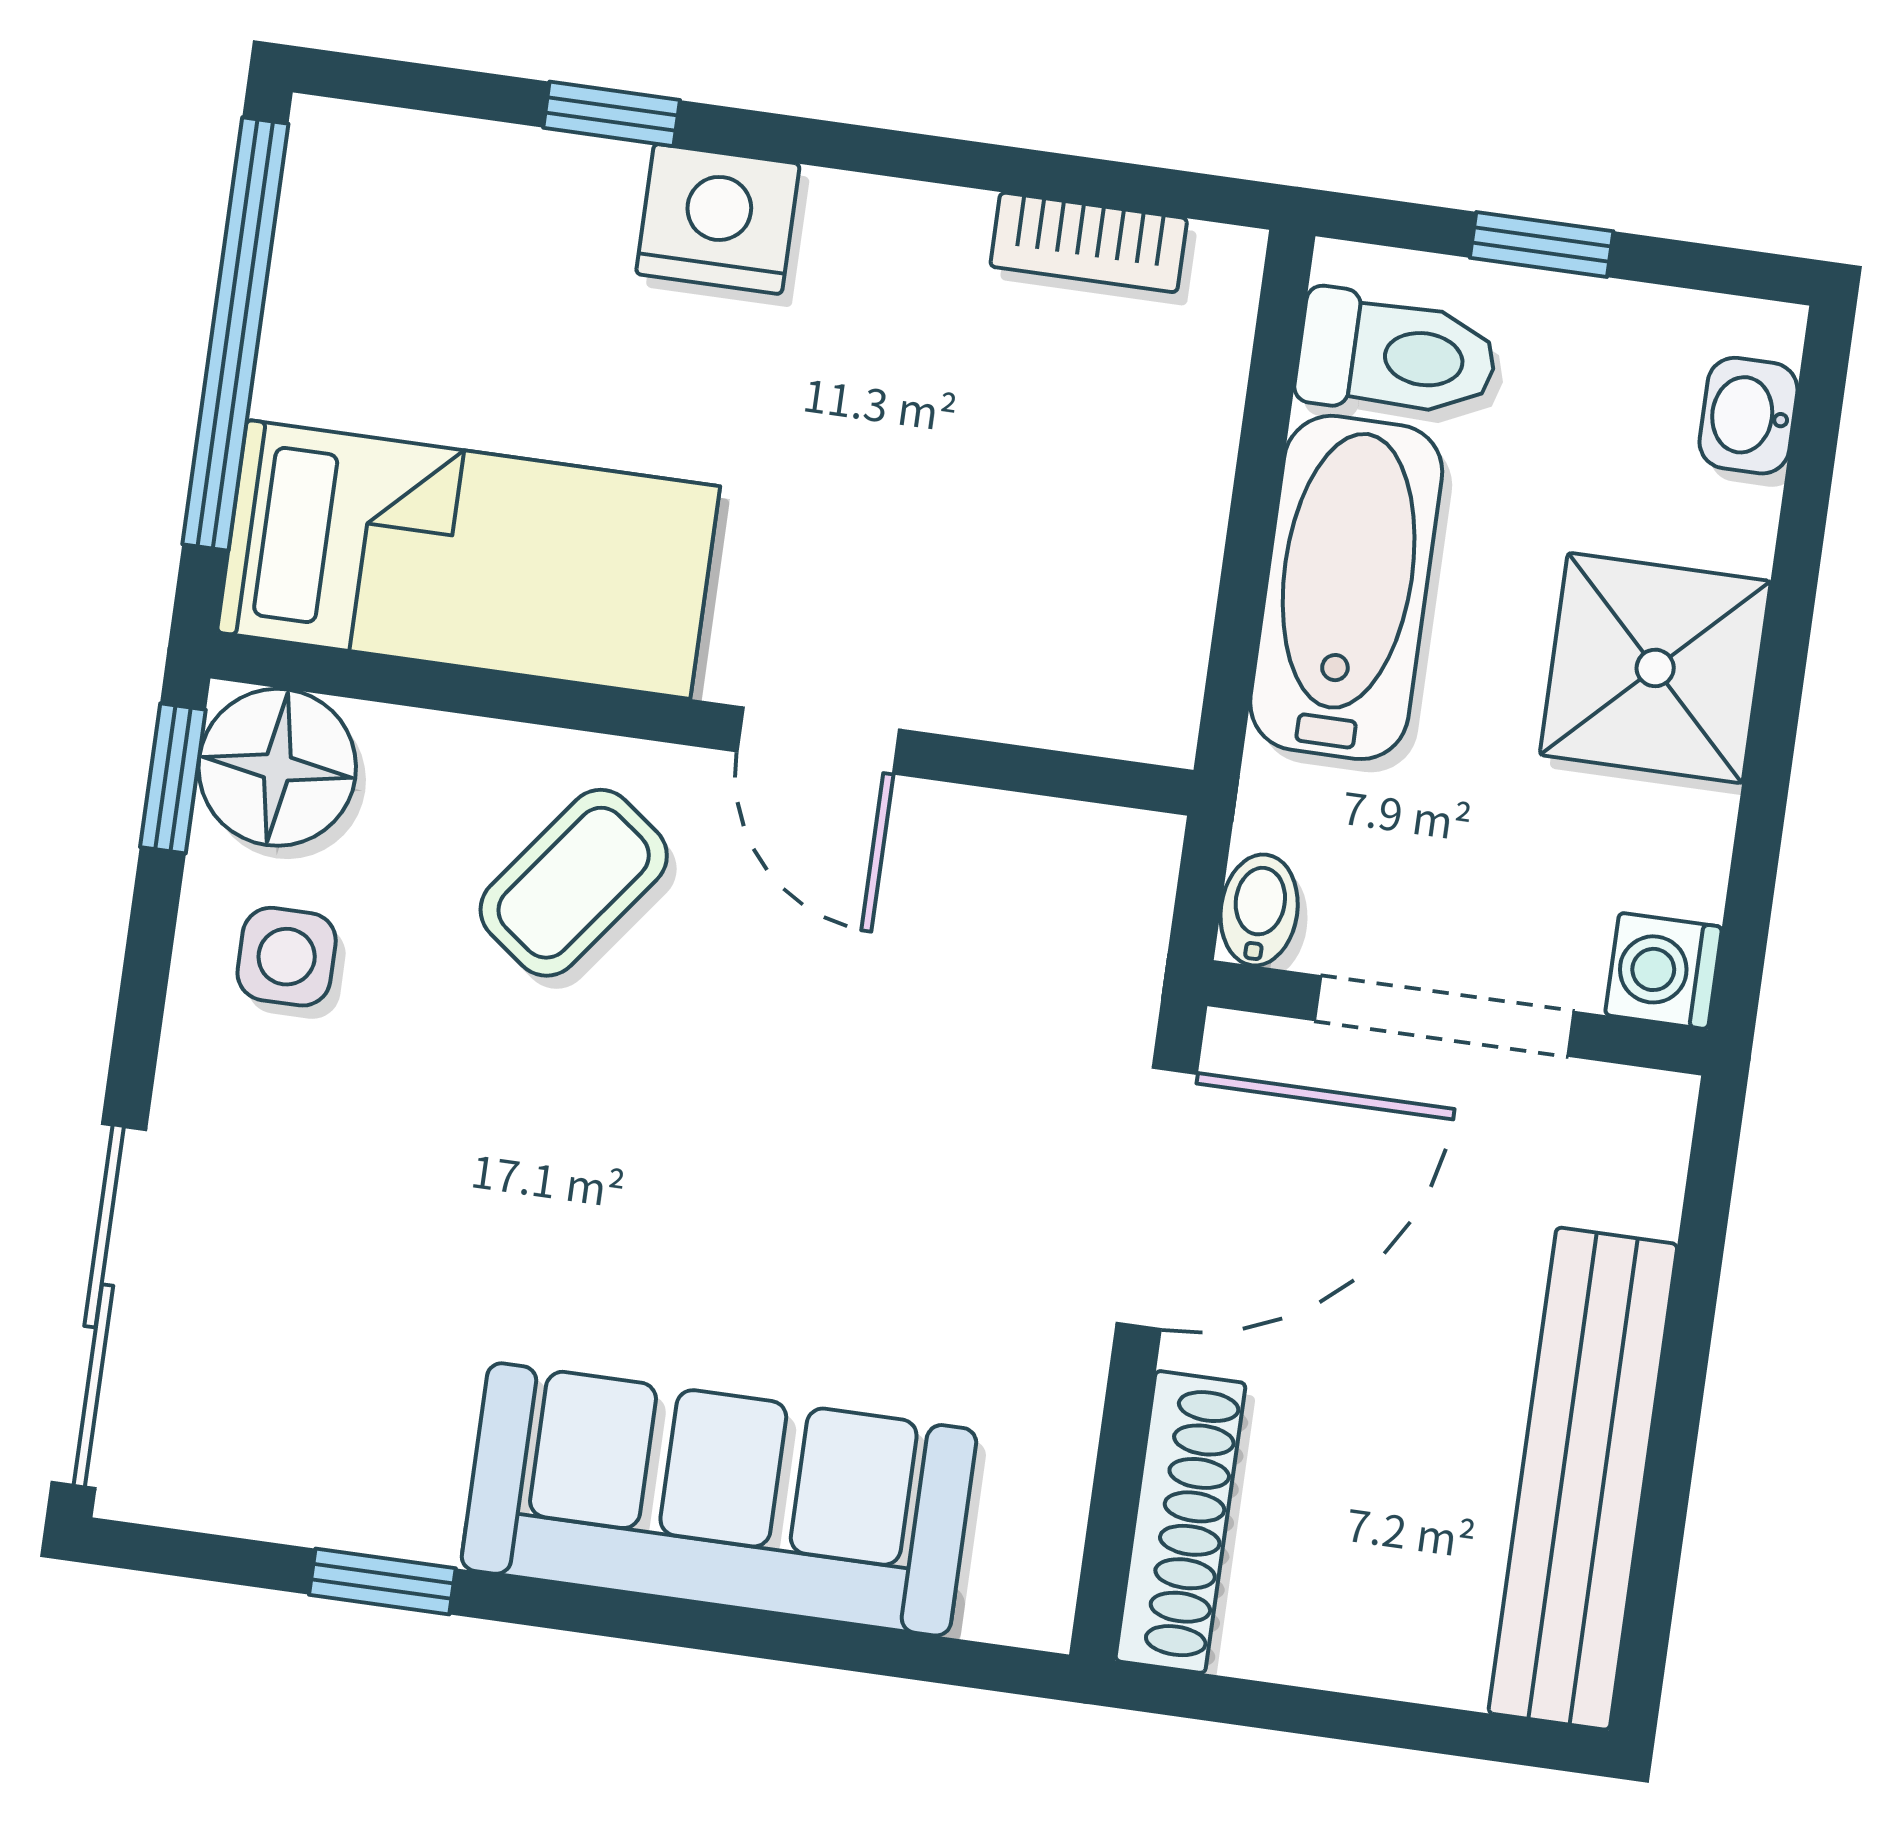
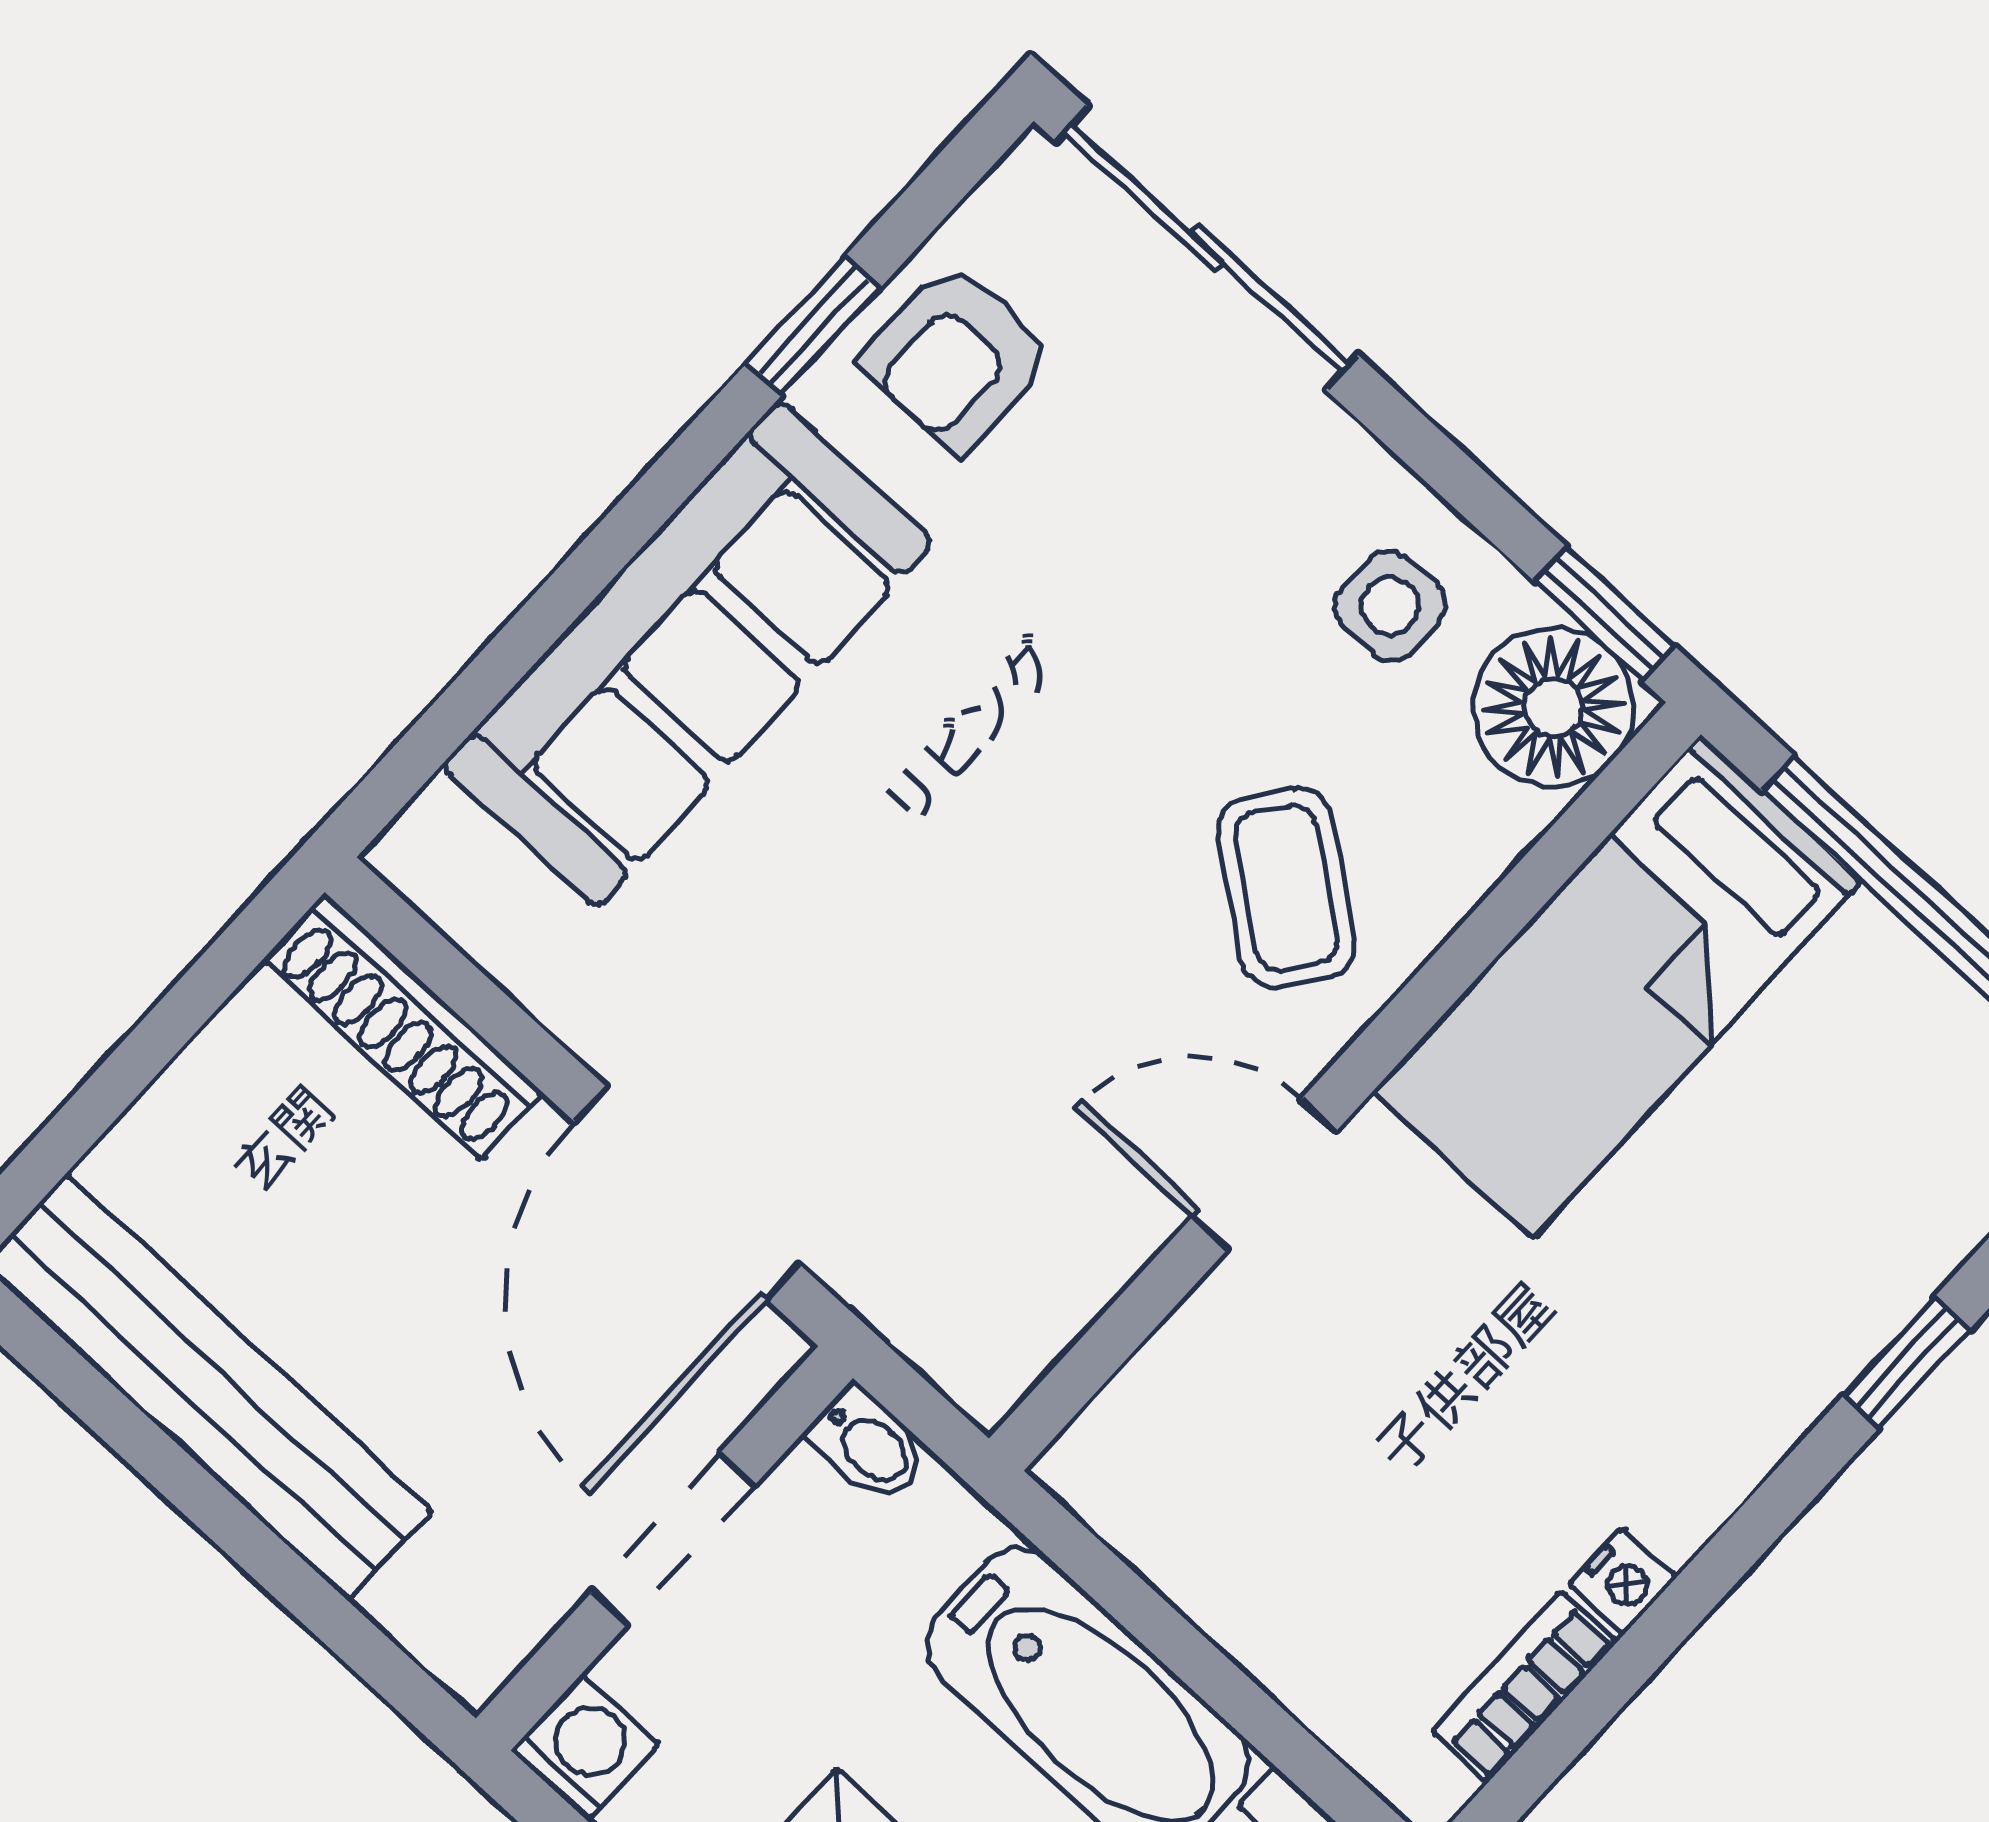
nightstand: (718, 219) -> (1623, 1581), moved, width x0.53, depth x0.56
doorway: (1444, 1016) -> (674, 1538), width x0.73
armchair: (328, 1447) -> (957, 357), added

